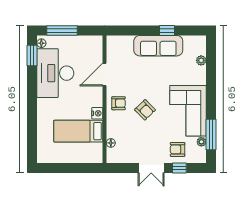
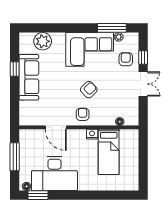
window: (62, 30) -> (15, 157), moved
plant: (201, 60) -> (43, 41), width x1.88, depth x1.88
armchair: (178, 149) -> (126, 59), turned 180

